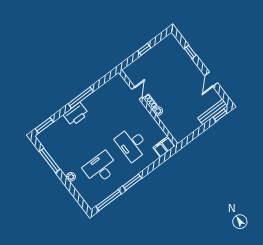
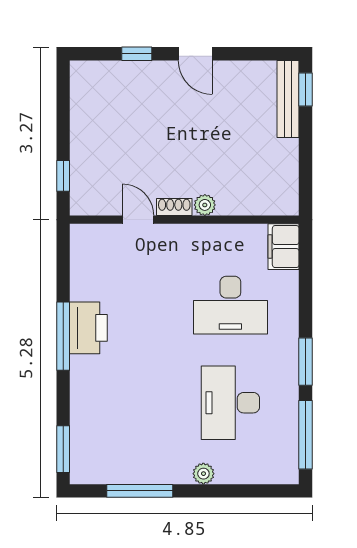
window: (144, 49) -> (63, 176), moved
door: (211, 79) -> (195, 54), moved
printer: (76, 114) -> (88, 328), moved

